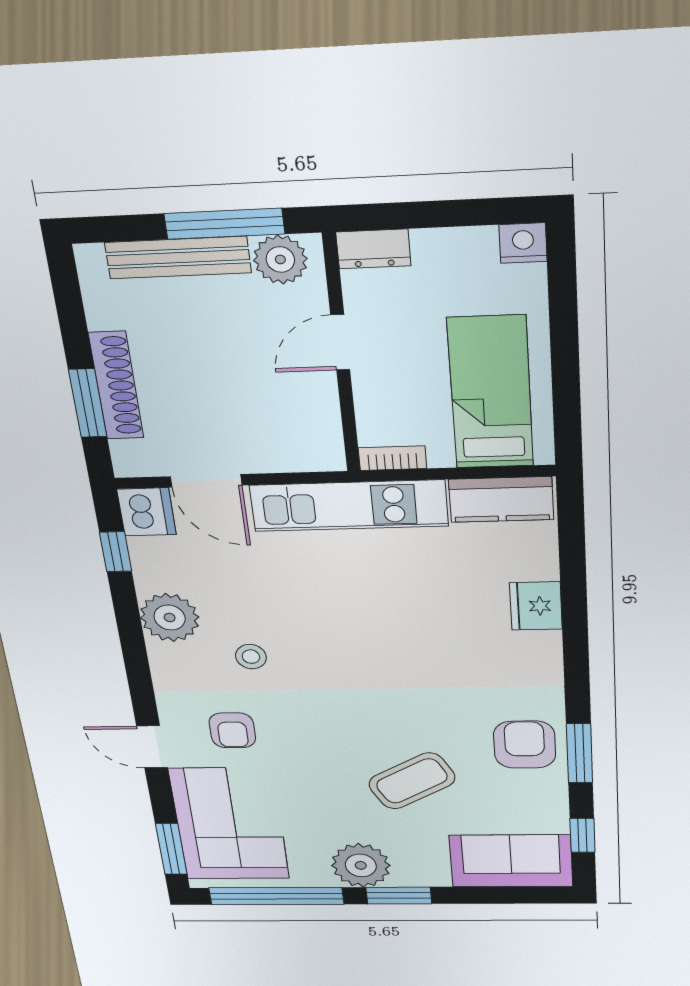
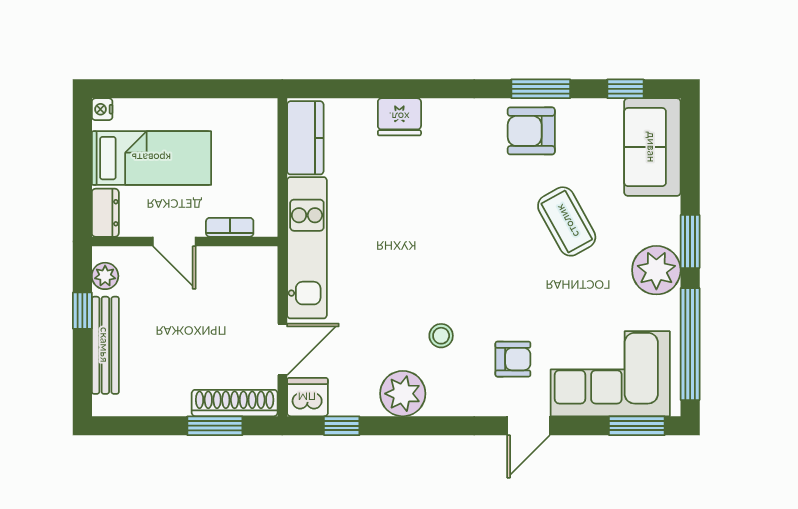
window: (224, 224) -> (82, 311), width x0.46
nightstand: (523, 243) -> (102, 109), width x0.72, depth x0.74
plant: (280, 259) -> (105, 276), width x0.73, depth x0.73
shoe rack: (116, 386) -> (235, 403), moved
bed: (491, 393) -> (151, 158), moved, turned 180
bookcase: (392, 458) -> (230, 227), moved, turned 90

